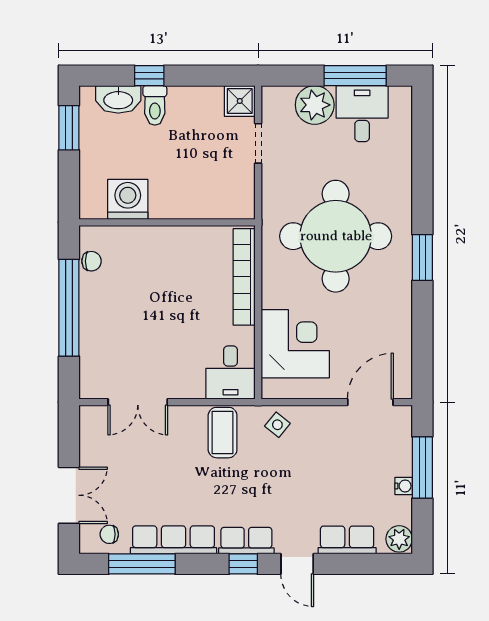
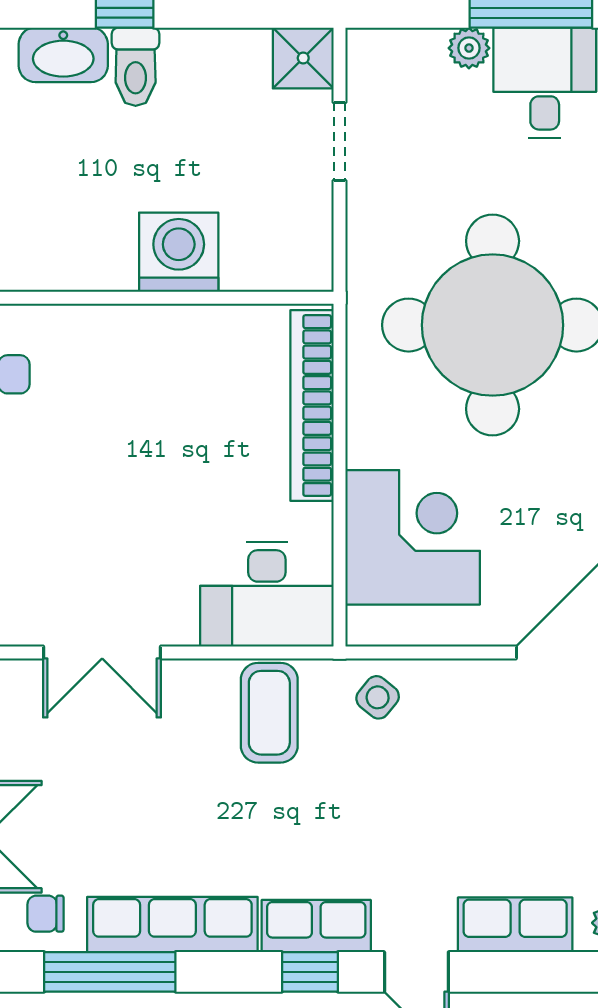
plant: (315, 105) -> (469, 48), width x0.53, depth x0.53
washing machine: (128, 199) -> (179, 252), moved
desk: (231, 373) -> (267, 594), width x1.37

